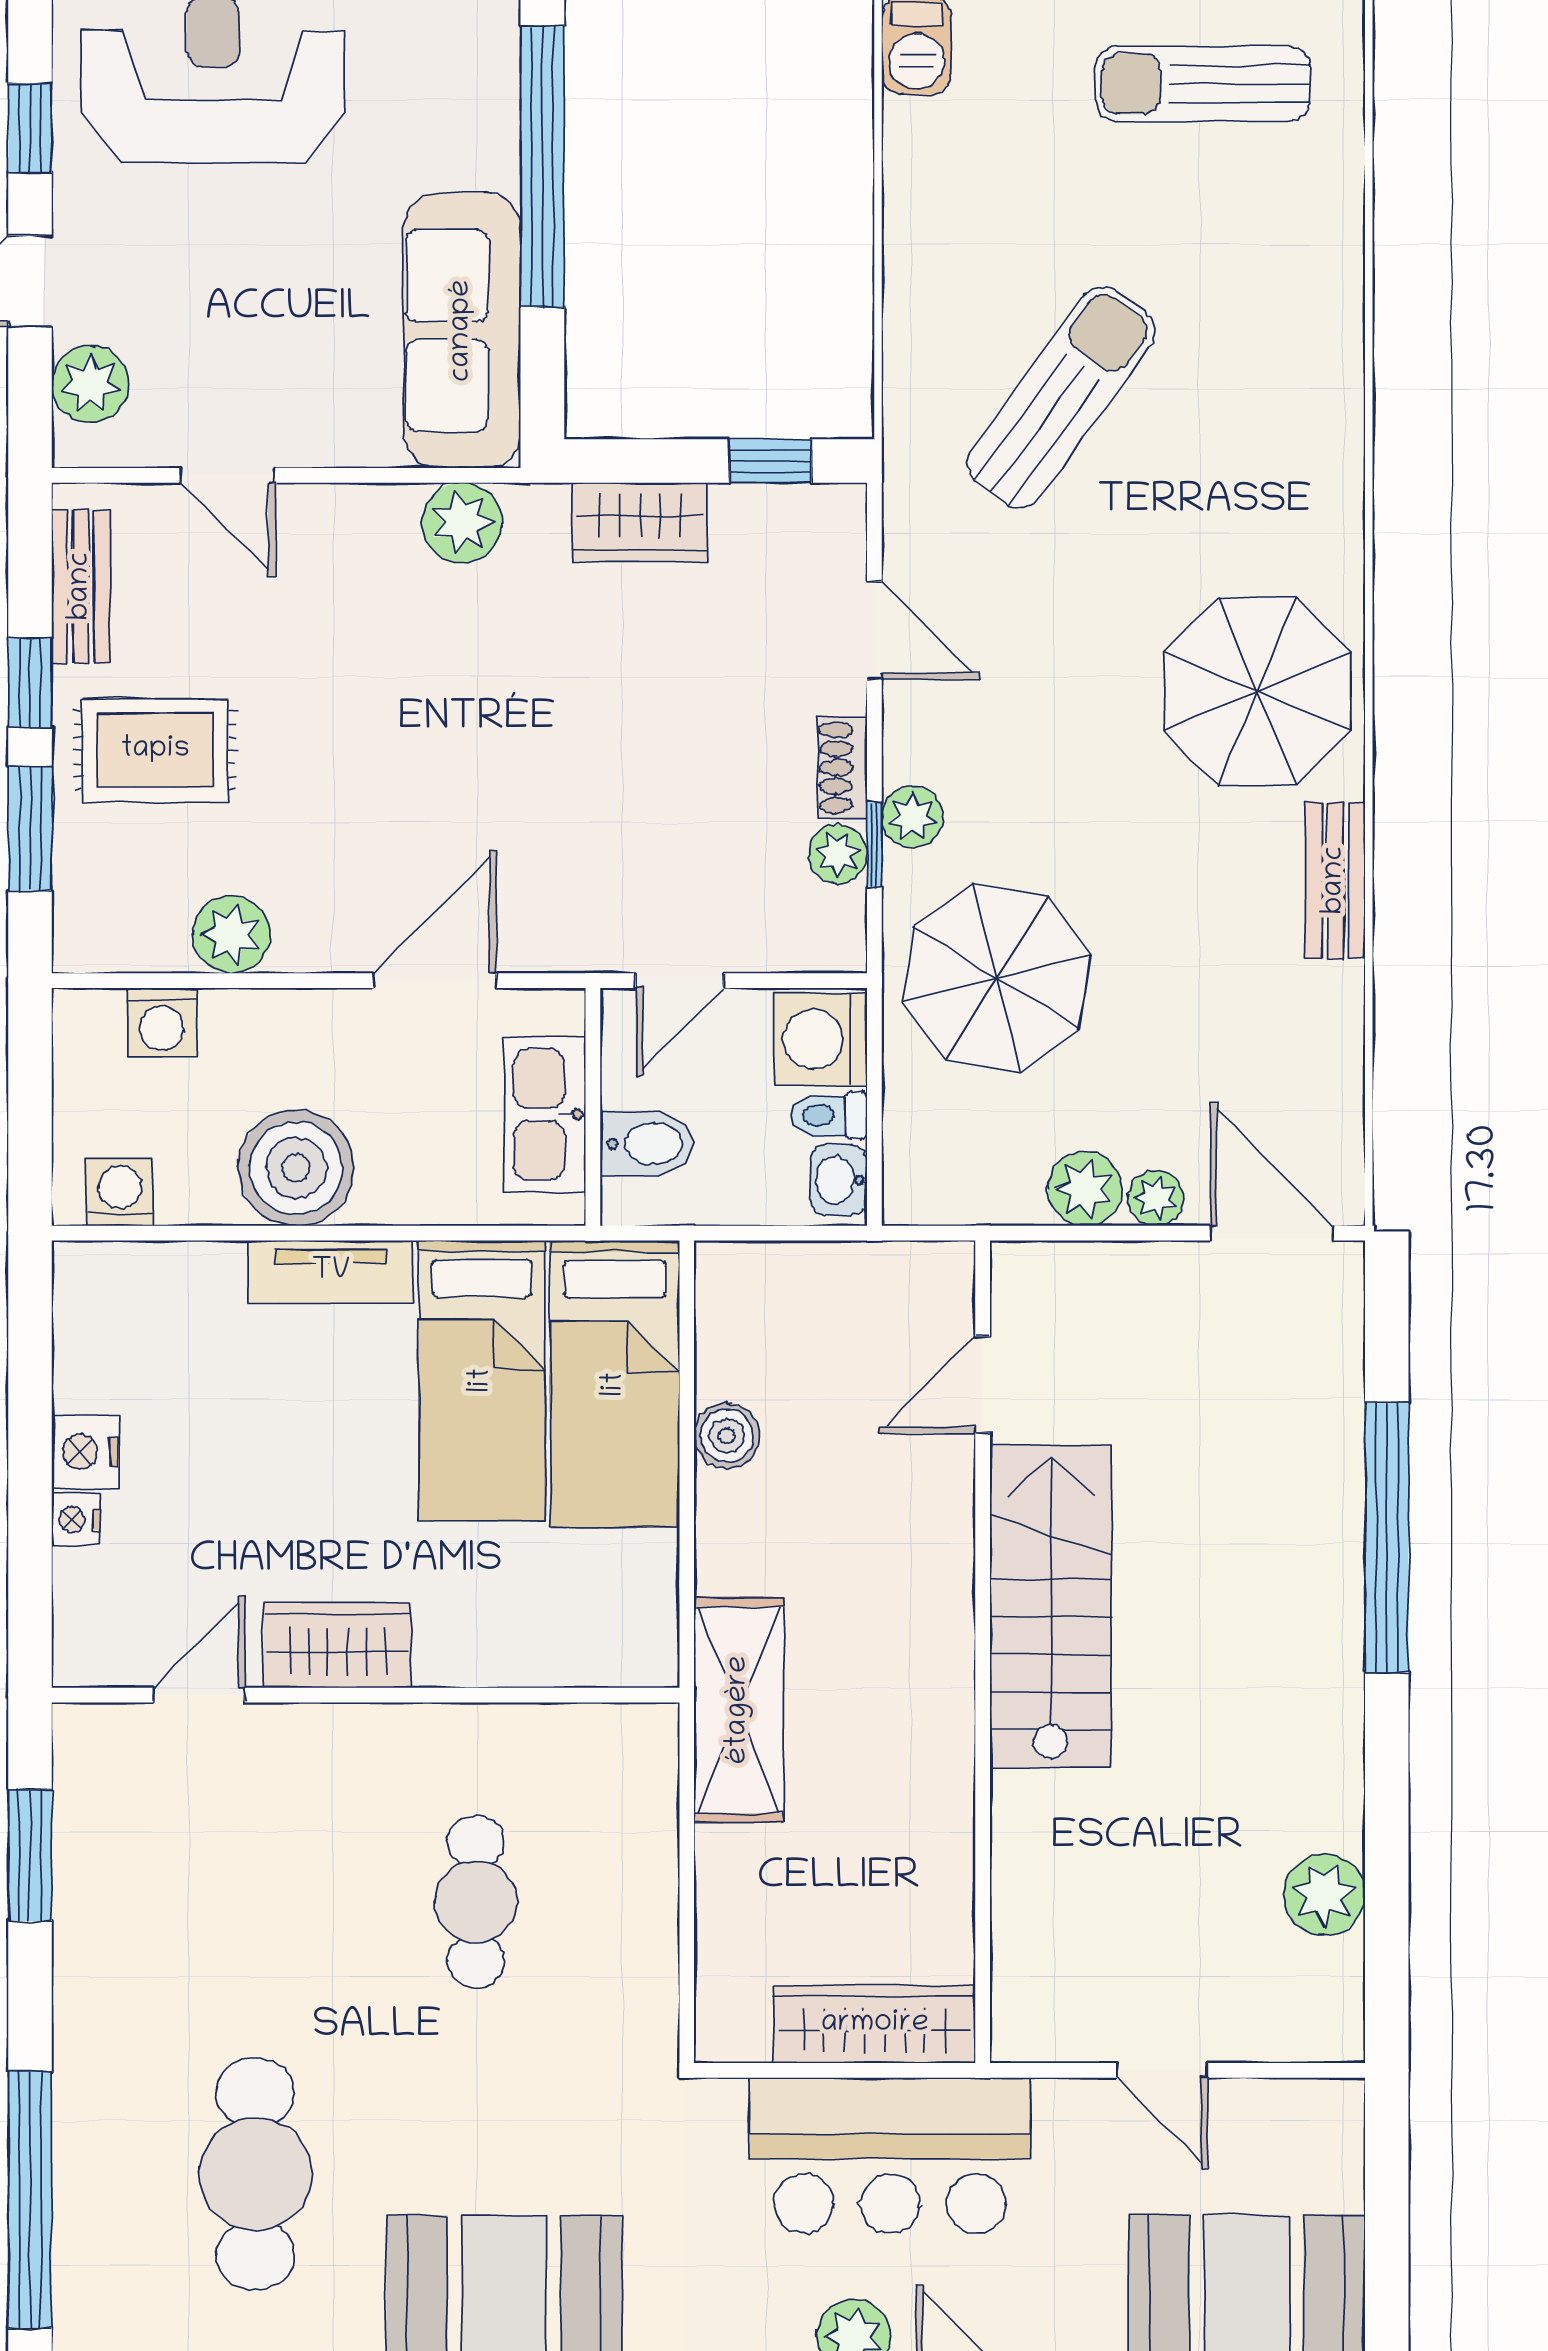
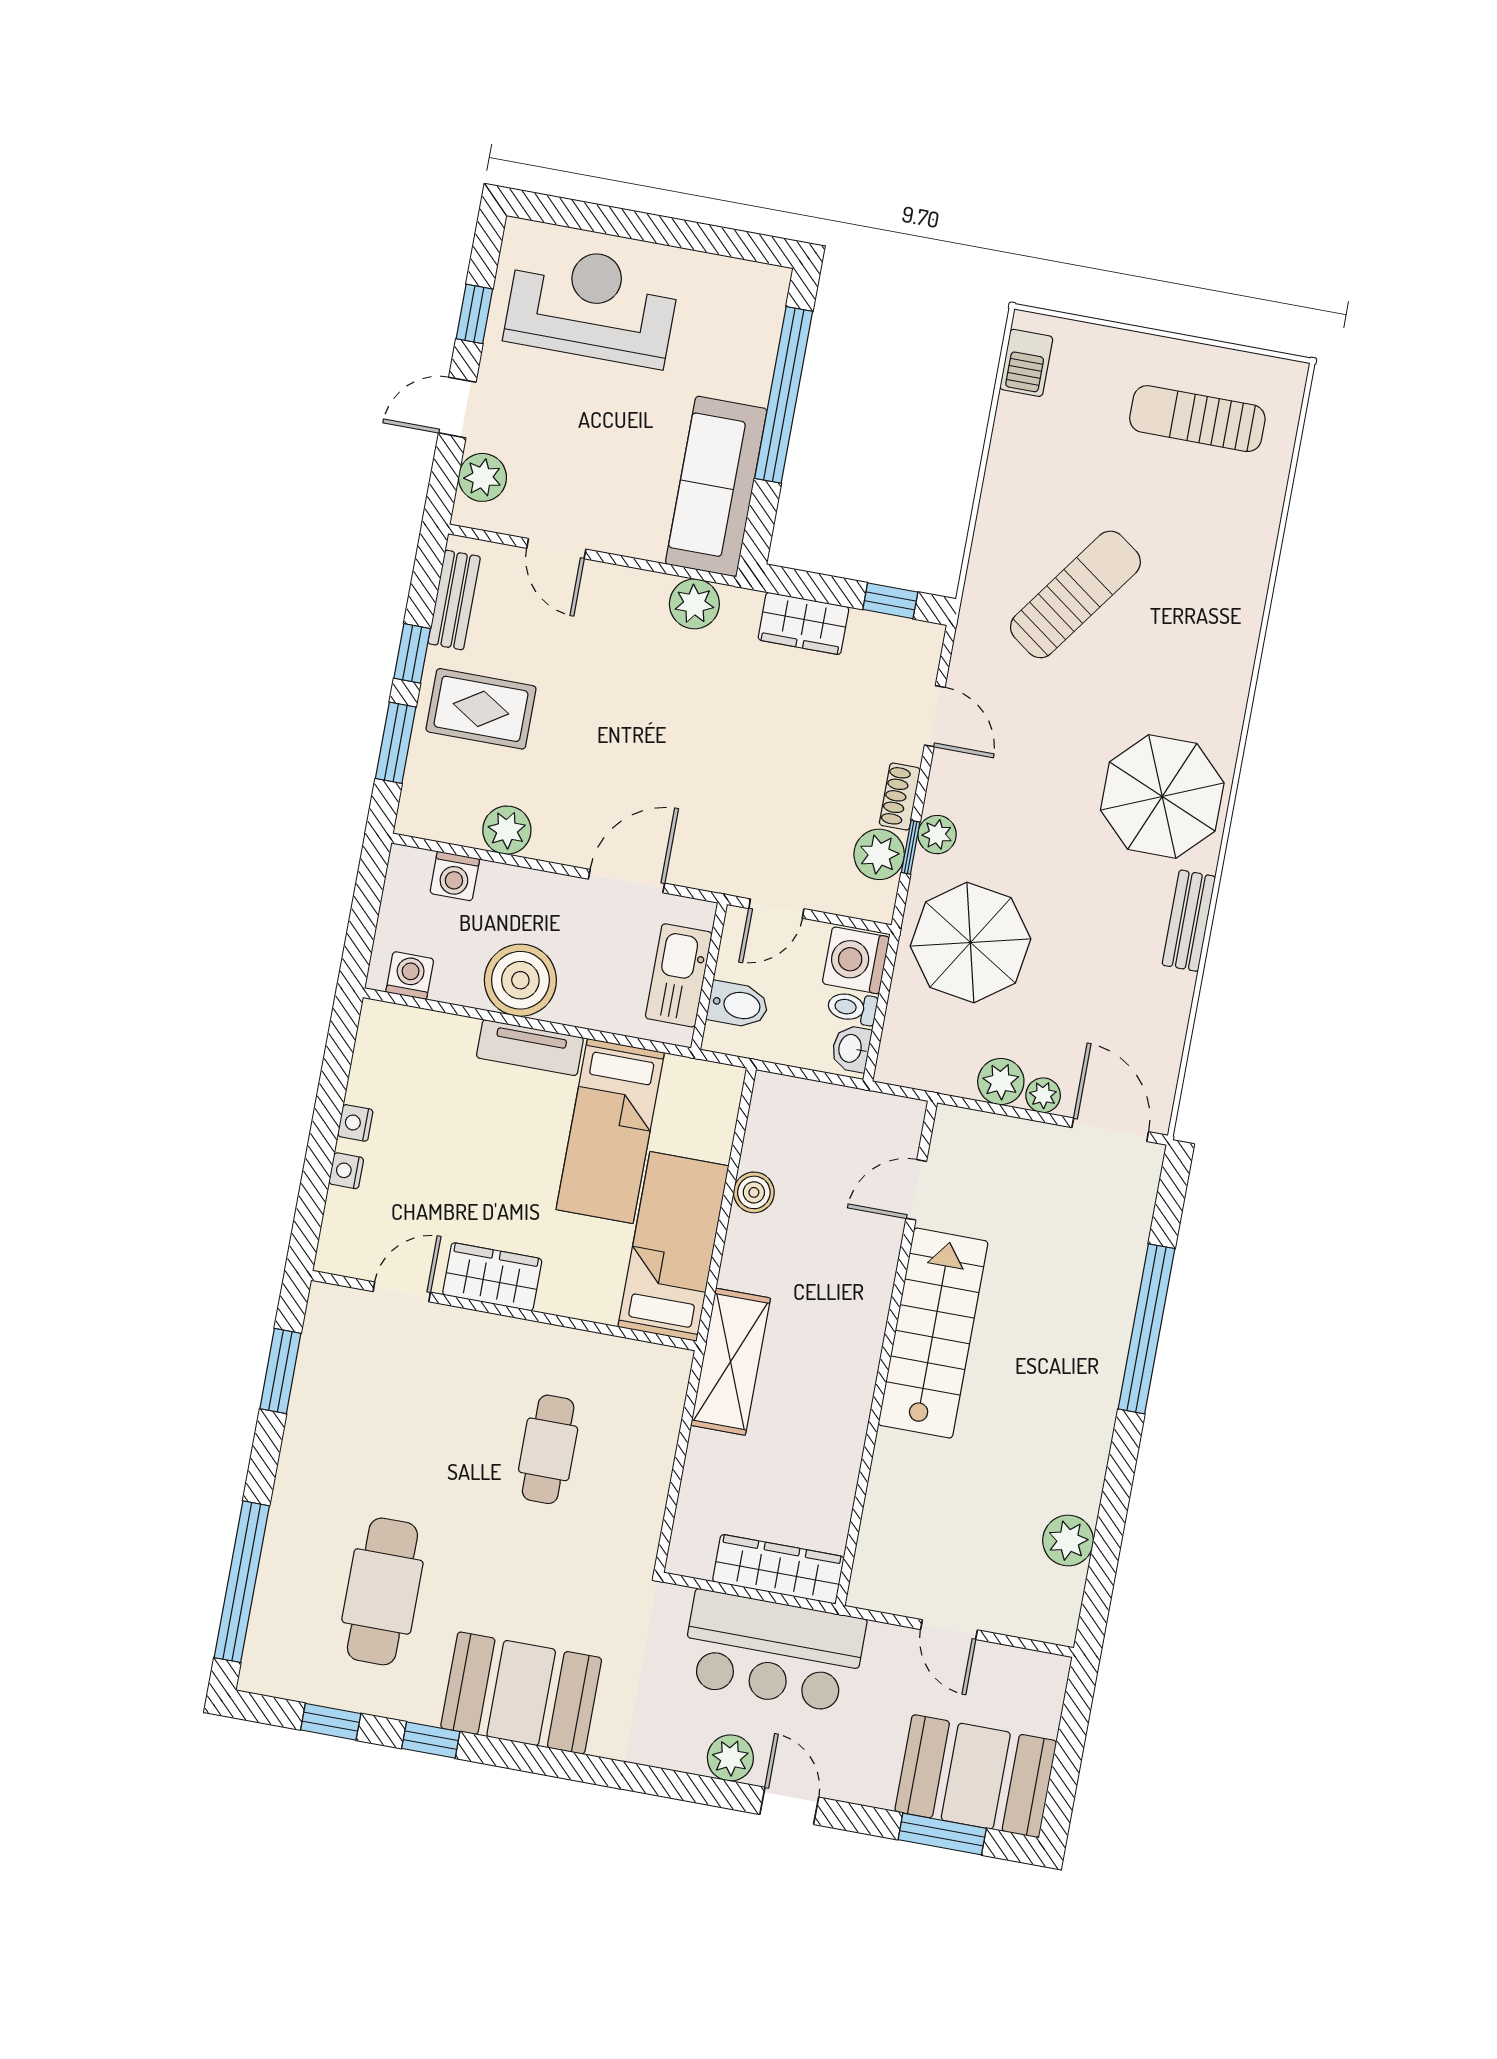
plant: (838, 854) -> (879, 854), width x1.38, depth x1.38
bed: (615, 1384) -> (673, 1246), moved, turned 180
nightstand: (85, 1452) -> (355, 1123), width x0.72, depth x0.74

